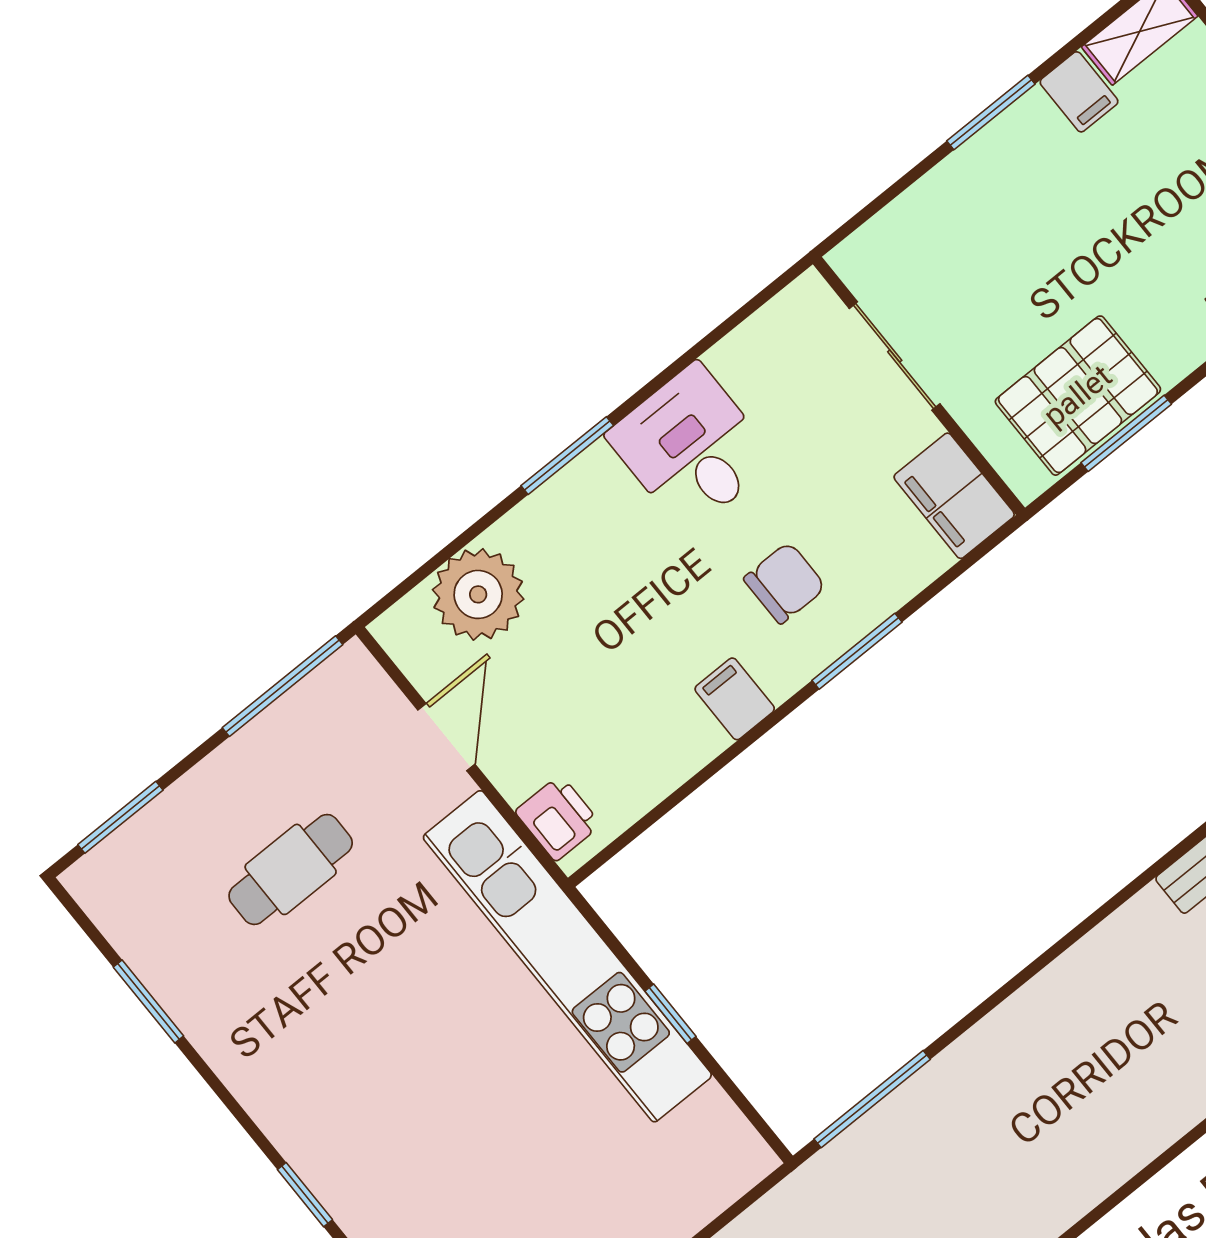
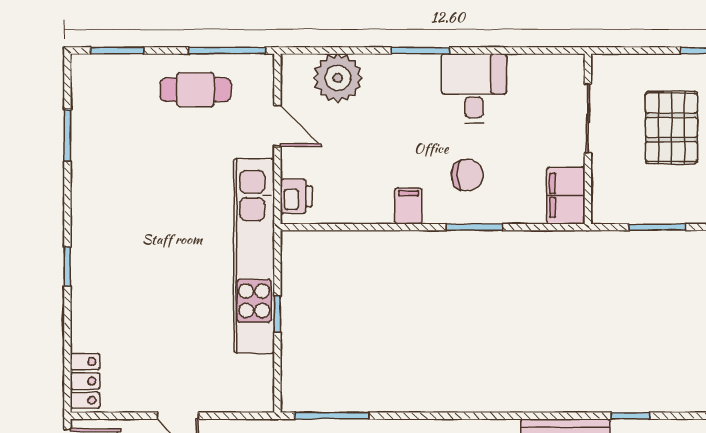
pallet: (1078, 396) -> (671, 127), moved, turned 90
door: (446, 737) -> (277, 126), hinge flipped
cafe table: (291, 869) -> (195, 90), moved

